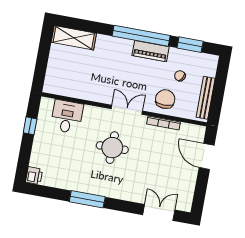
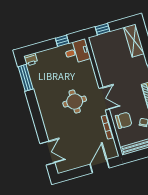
window: (41, 69) -> (103, 29), added
desk: (67, 117) -> (77, 52), moved
window: (87, 199) -> (26, 78), moved

